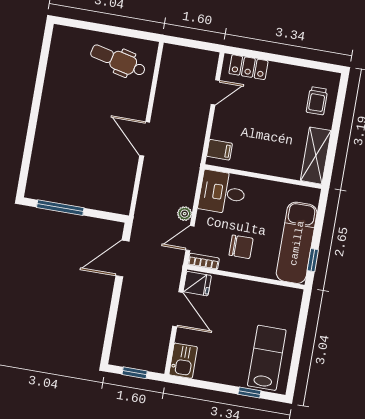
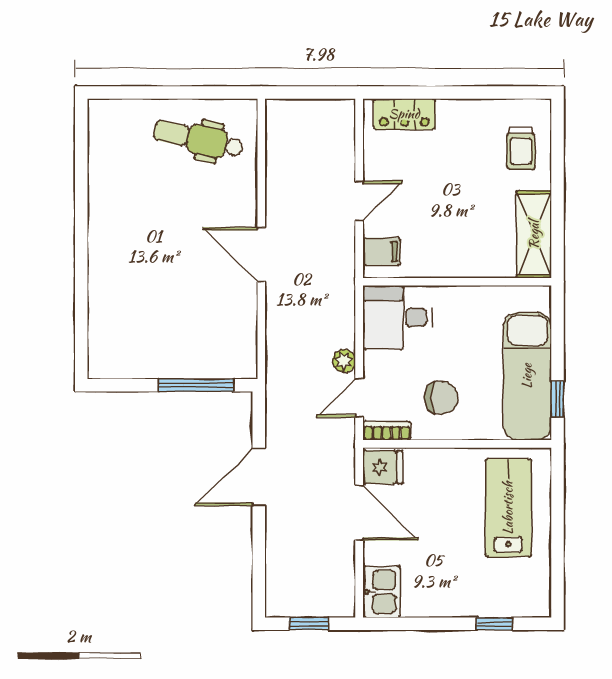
door: (215, 92) -> (359, 201), moved
window: (60, 208) -> (196, 385), moved
door: (122, 259) -> (259, 477), moved
lab bench: (267, 358) -> (508, 508), moved

